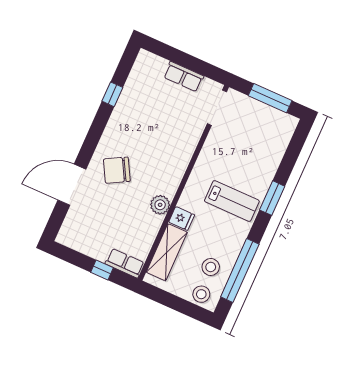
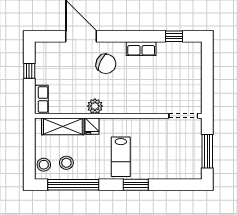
row of seats: (184, 77) -> (141, 49), moved, turned -90
window: (112, 94) -> (174, 36), moved
chair: (117, 170) -> (106, 64), turned 146
window: (102, 270) -> (29, 71), moved

